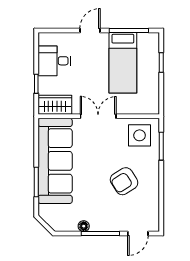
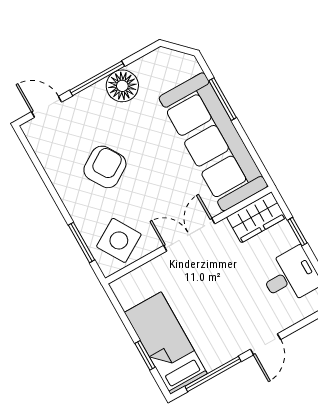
bed: (123, 63) -> (166, 343), moved
double door: (98, 116) -> (189, 235), swing flipped
side table: (140, 135) -> (119, 240), turned -31
floor lamp: (84, 226) -> (122, 86), width x1.89, depth x1.89
door: (138, 233) -> (47, 107), hinge flipped

